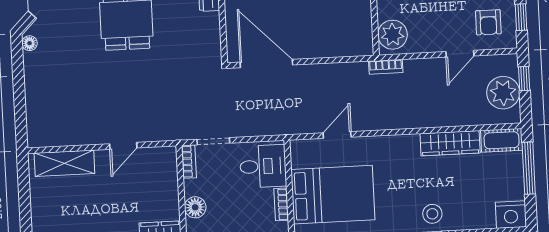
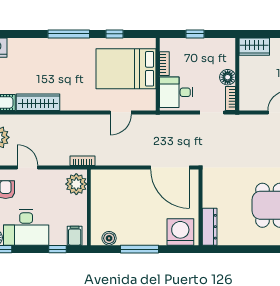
door: (460, 54) -> (28, 168), hinge flipped
floor lamp: (195, 207) -> (228, 77), moved
stool: (432, 214) -> (54, 51), removed

